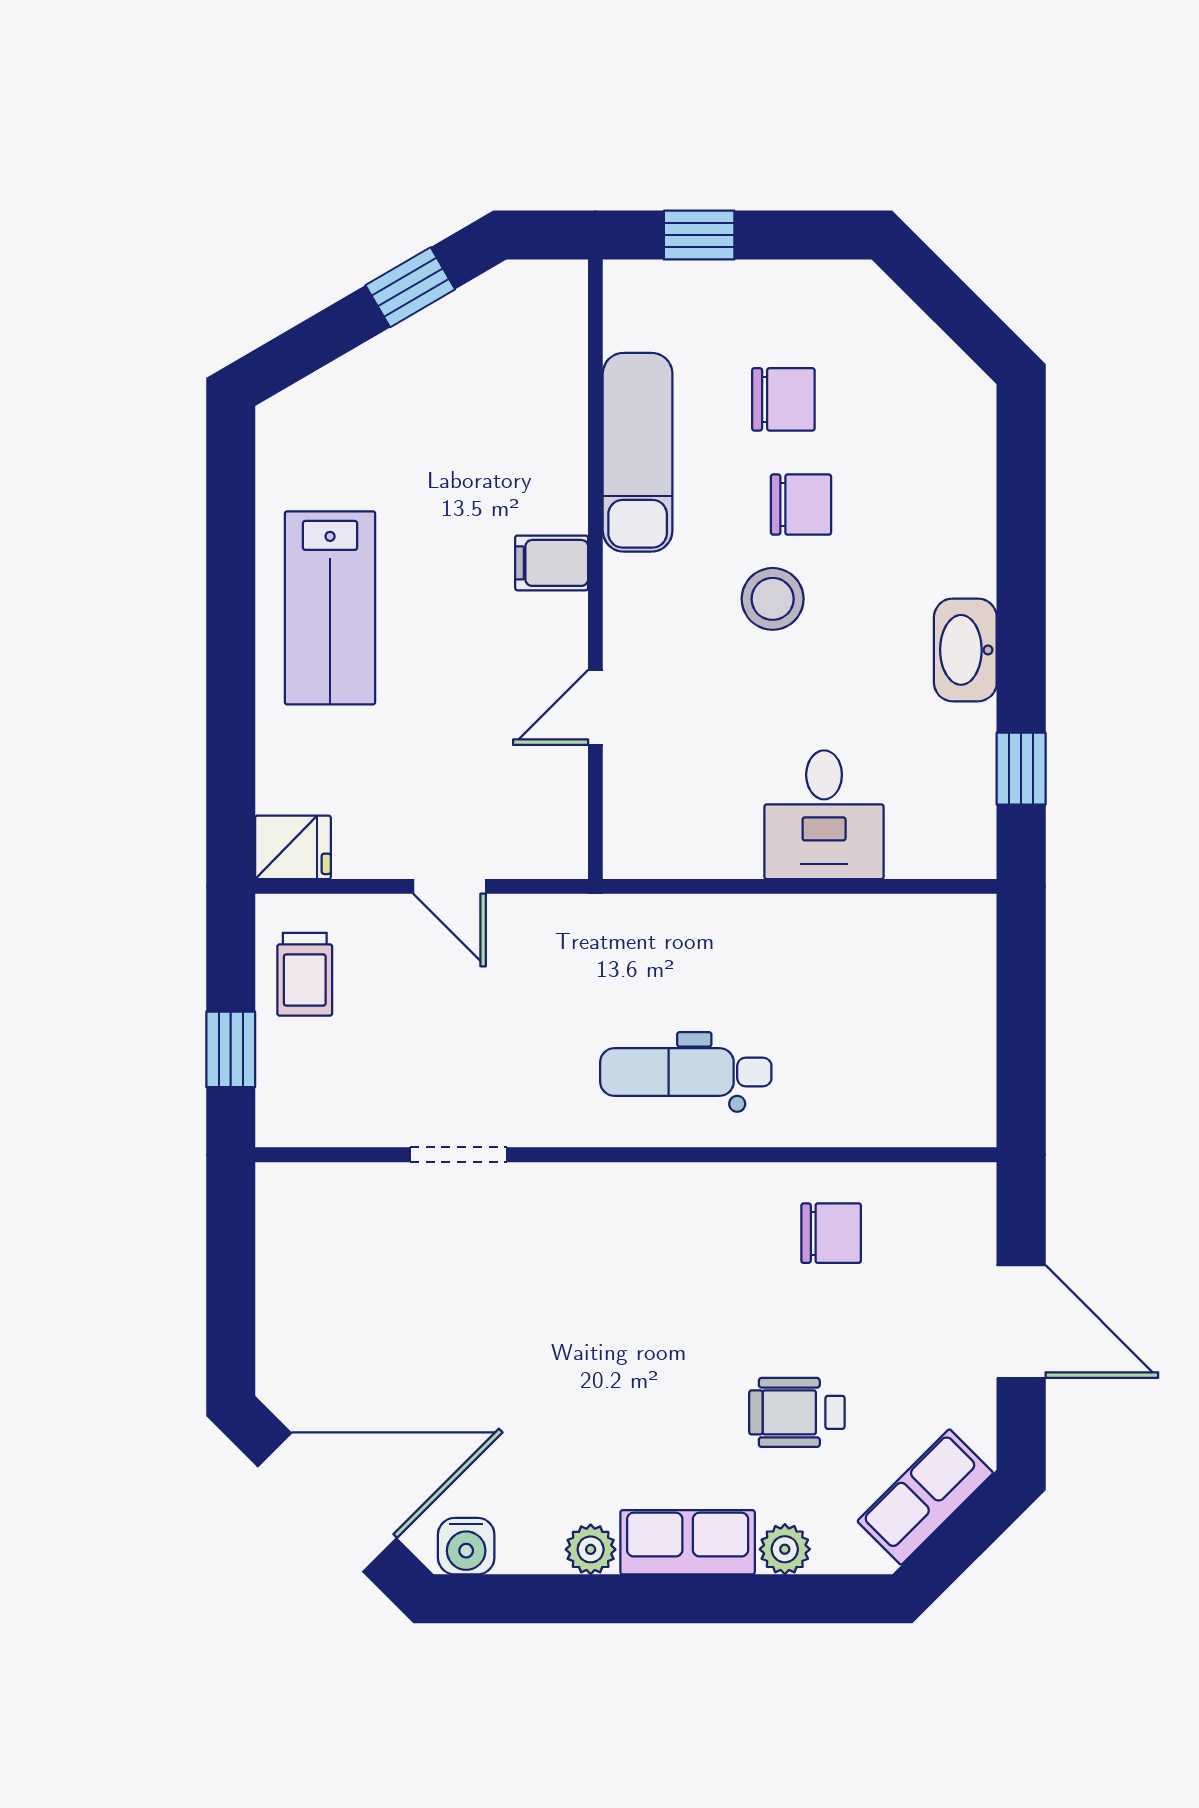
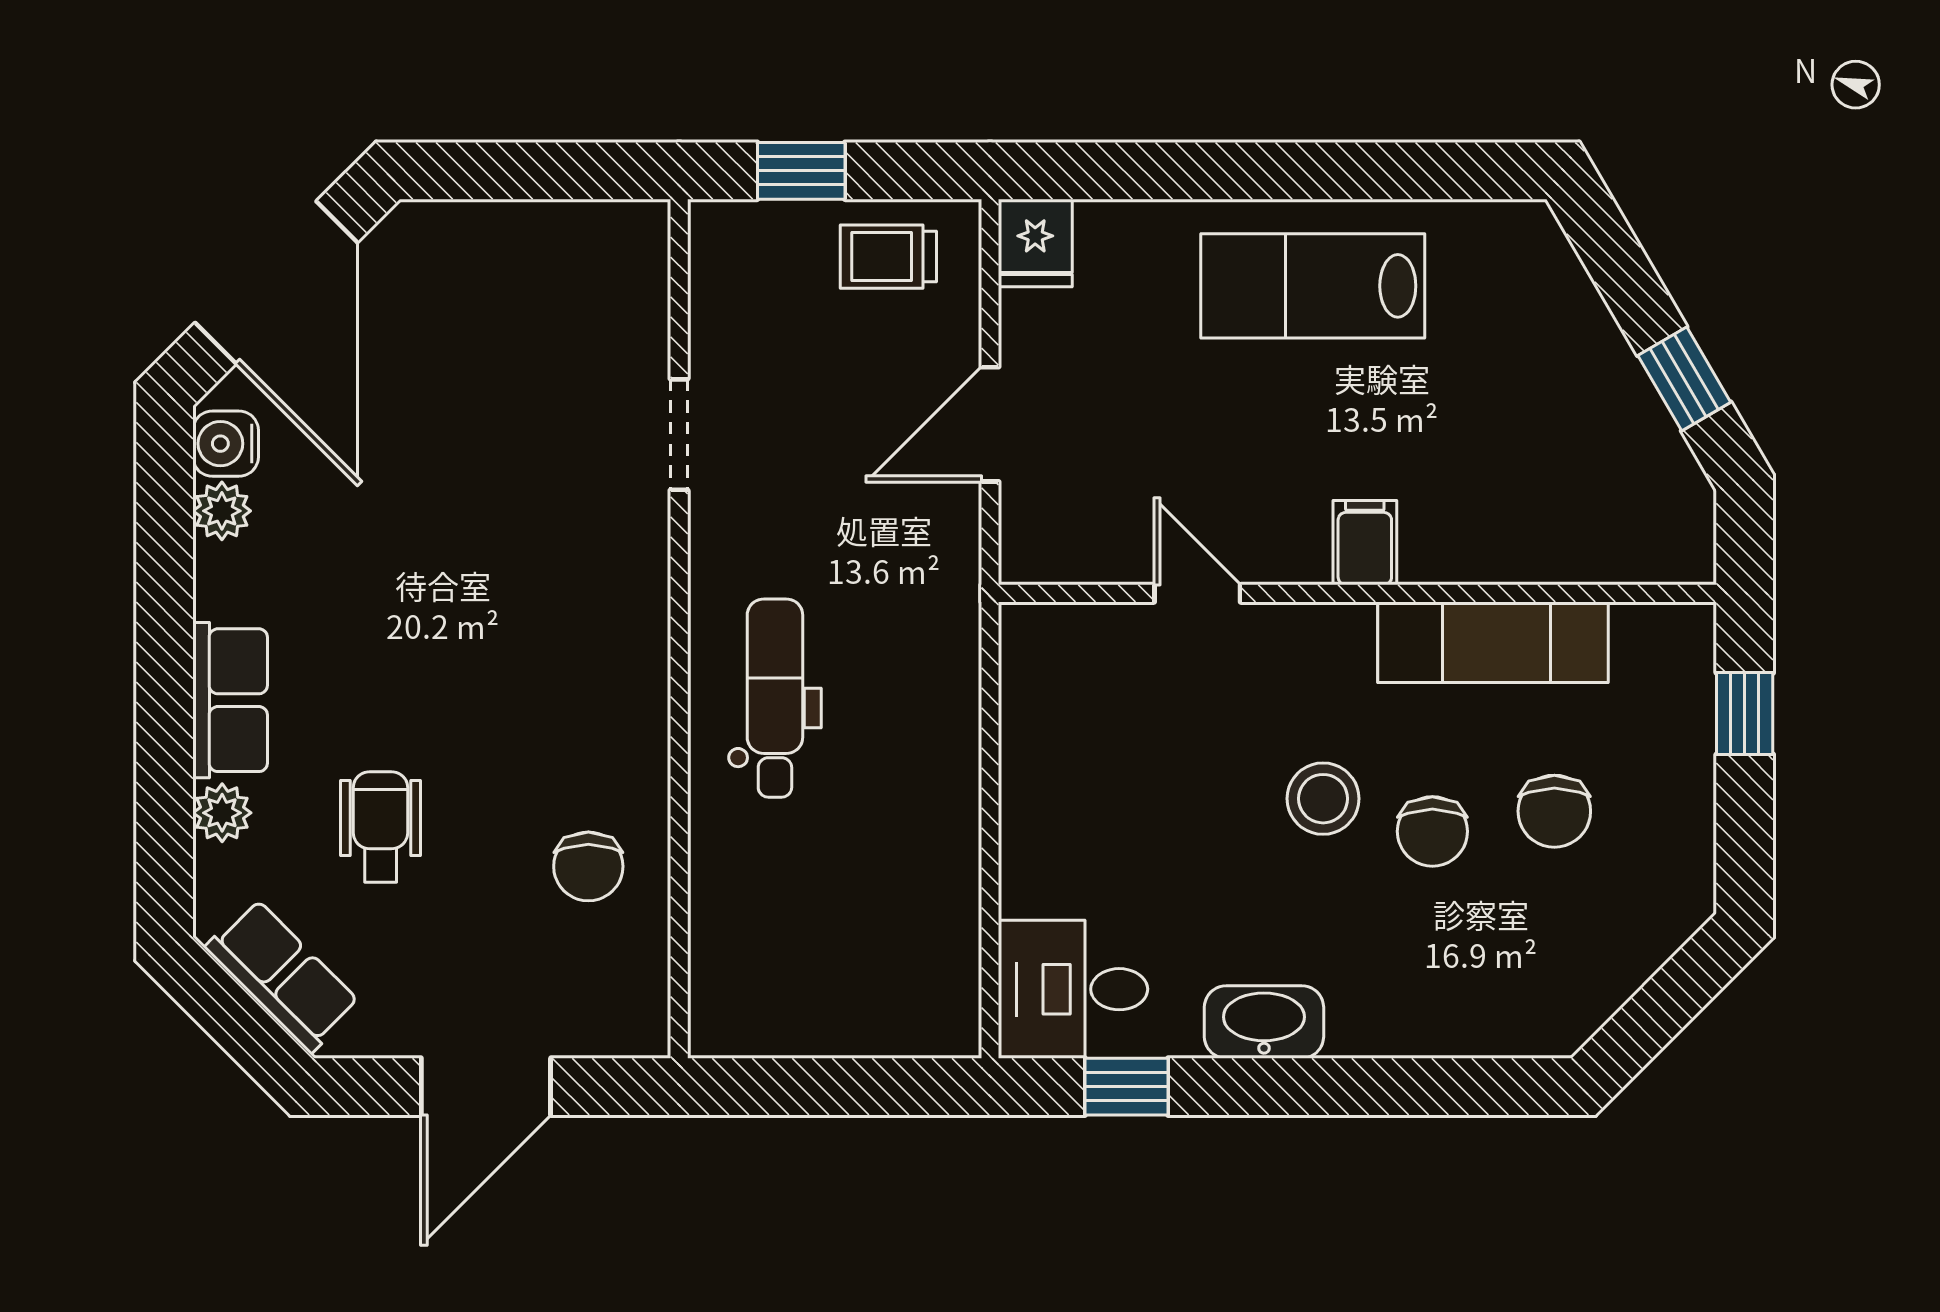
desk: (824, 815) -> (1073, 989), moved
door: (449, 886) -> (990, 424), width x1.37
plant: (591, 1549) -> (222, 511), moved

